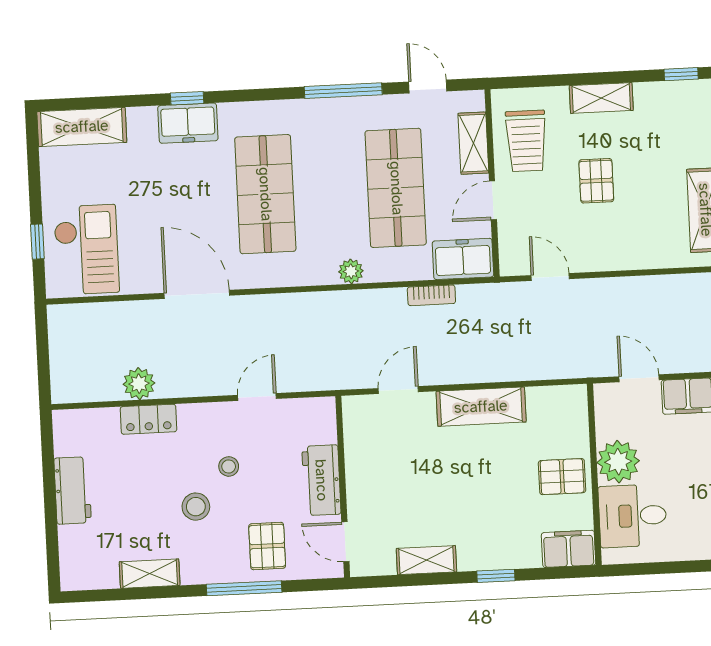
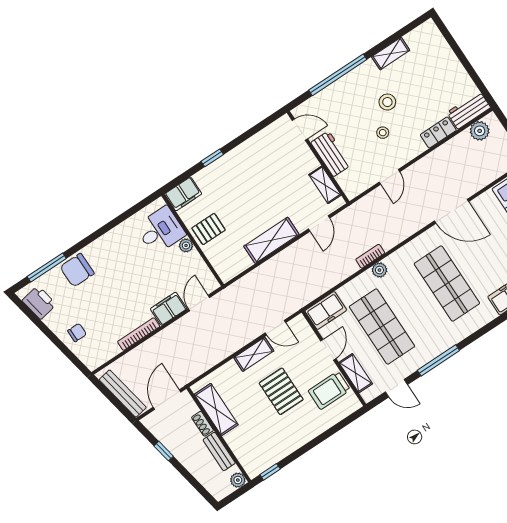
shelving: (601, 98) -> (254, 354), moved
trolley: (526, 141) -> (329, 390), turned -90
pallet: (596, 181) -> (281, 391), width x1.50, depth x1.42
bookcase: (431, 295) -> (370, 256), moved
door: (639, 378) -> (199, 303), swing flipped
plant: (139, 384) -> (480, 131), moved
plant: (618, 462) -> (186, 245), width x0.53, depth x0.53
workbench: (73, 490) -> (469, 110), moved, turned 90
pallet: (267, 546) -> (339, 104), removed
shelving: (426, 560) -> (325, 185), moved, turned 90
window: (244, 588) -> (338, 75), width x1.46

